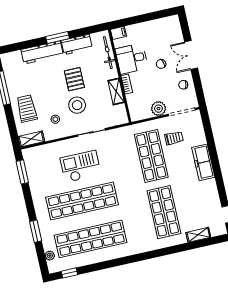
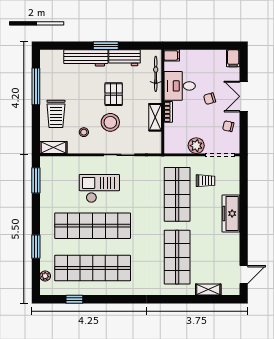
filing cabinet: (174, 23) -> (233, 58), added
trolley: (27, 108) -> (56, 114), turned 180
window: (69, 273) -> (74, 299), moved

